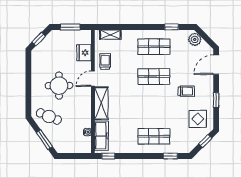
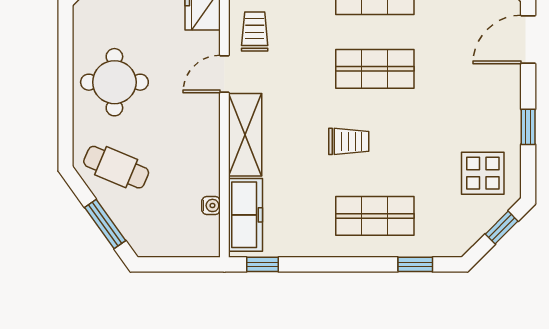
round table: (59, 86) -> (114, 82), moved
trolley: (186, 91) -> (349, 141), moved

